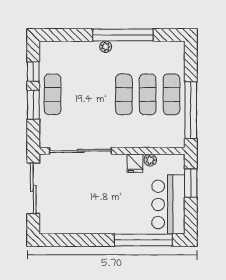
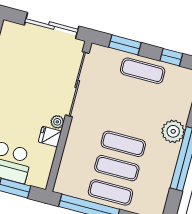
plant: (106, 47) -> (173, 131), width x1.87, depth x1.87
window: (33, 105) -> (125, 45), moved
plant: (150, 160) -> (57, 122), moved

